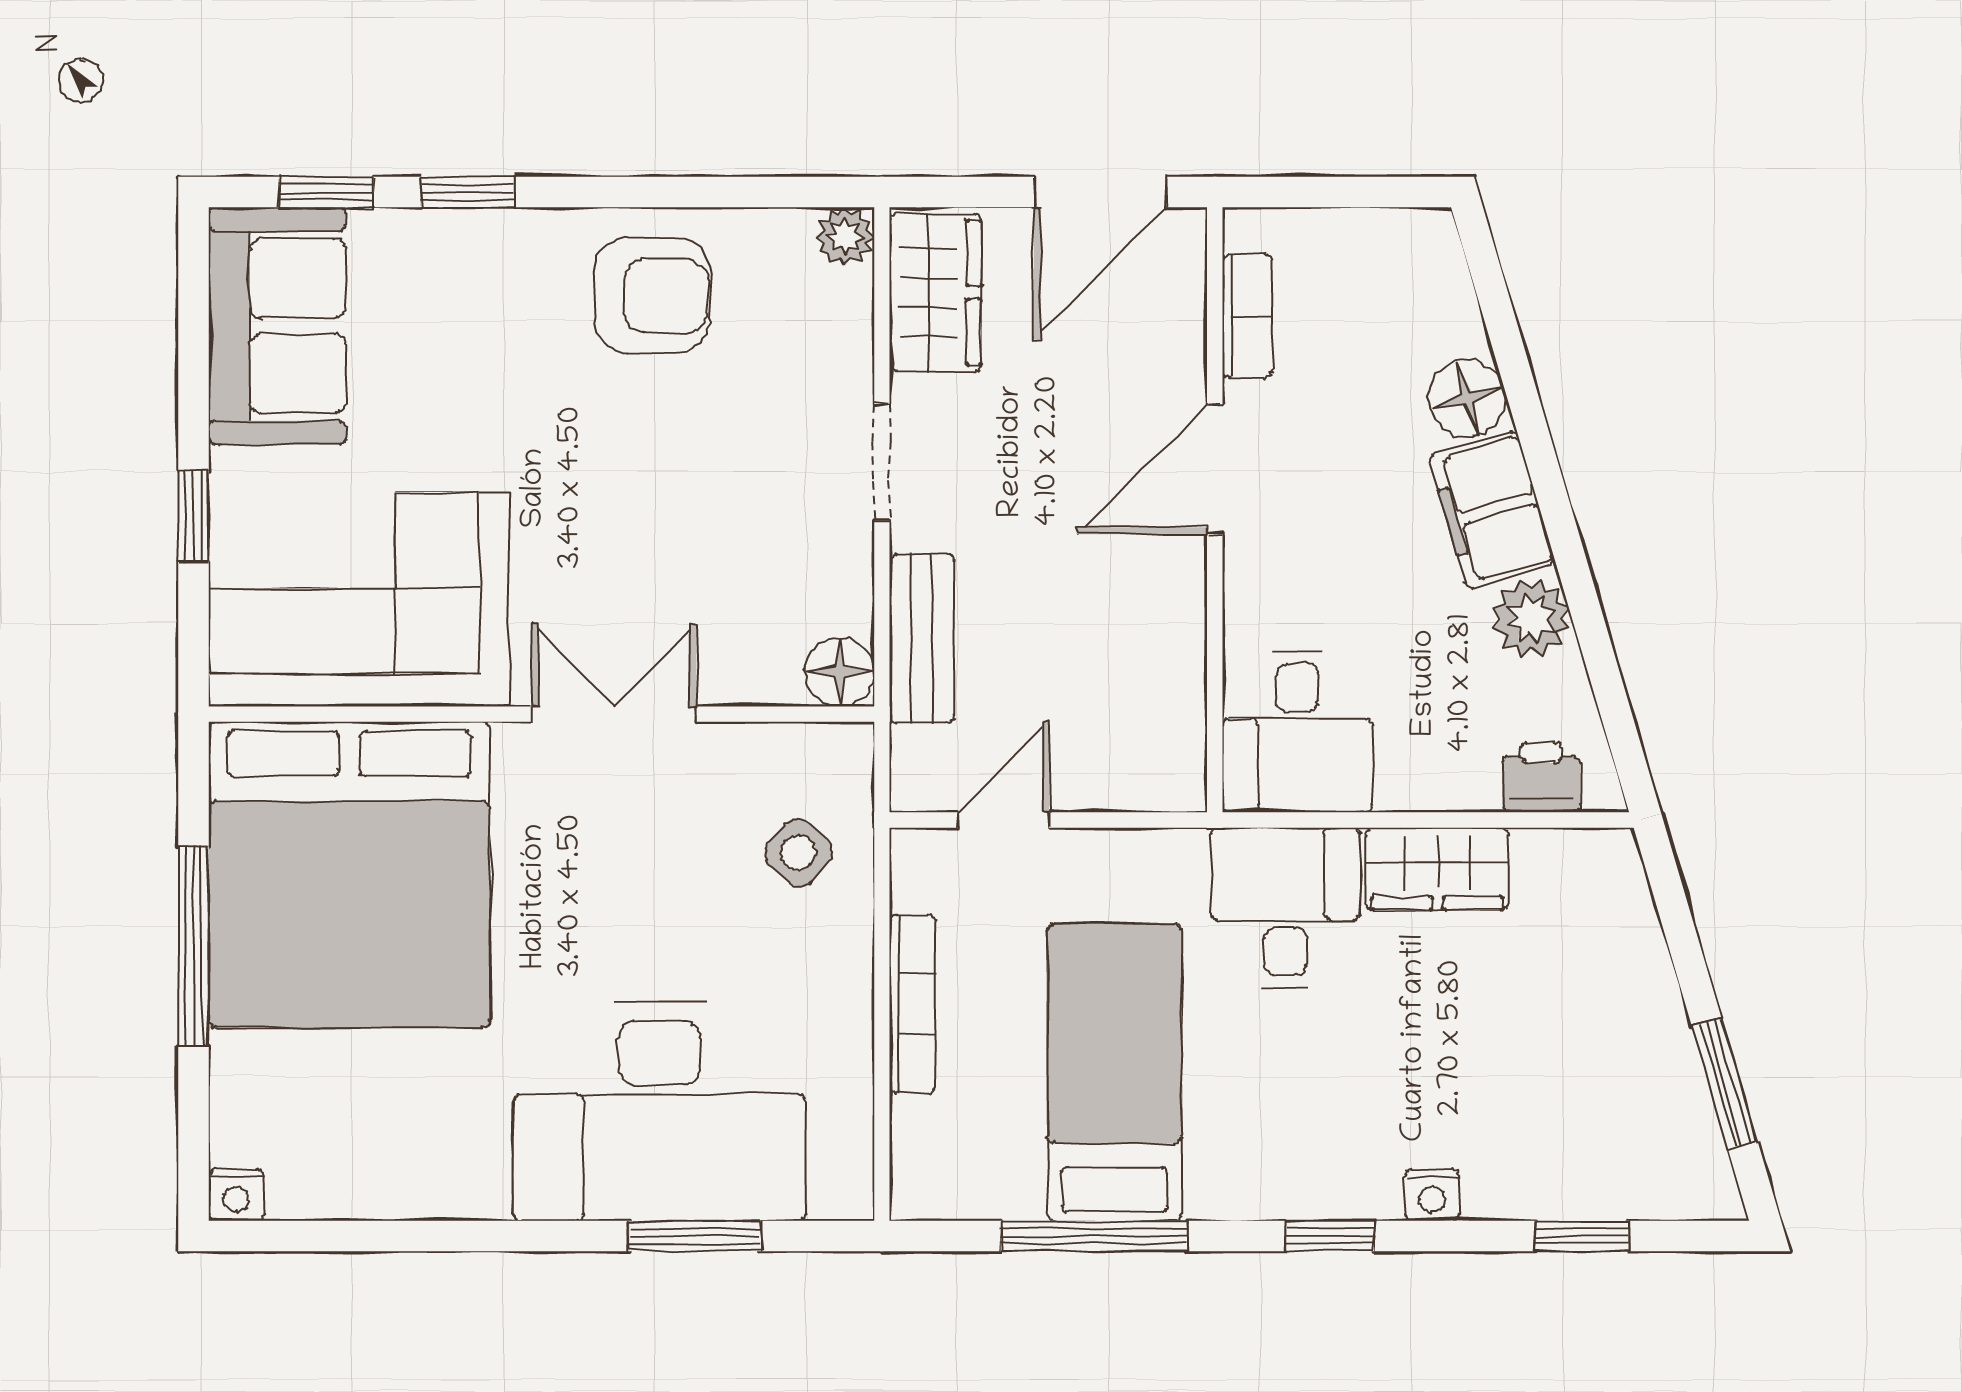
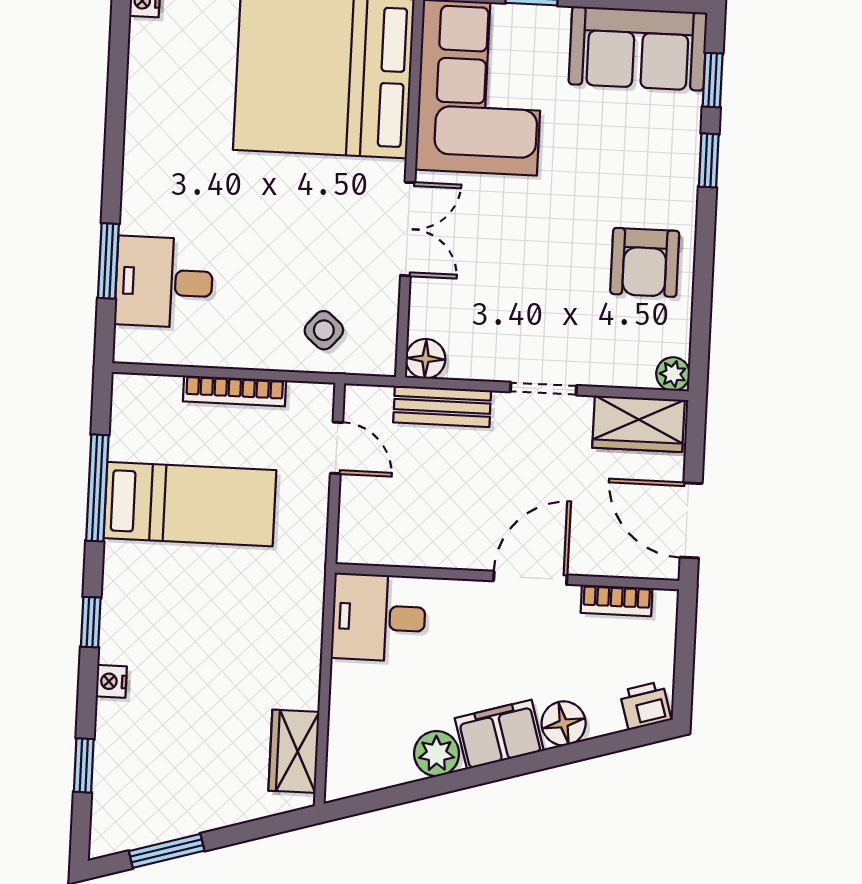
door: (1215, 469) -> (530, 578), hinge flipped
printer: (1541, 777) -> (645, 706), moved, turned -106
wardrobe: (1437, 869) -> (294, 751), moved
desk: (1286, 908) -> (279, 606), removed
desk: (660, 1112) -> (164, 282), width x0.53, depth x0.77

